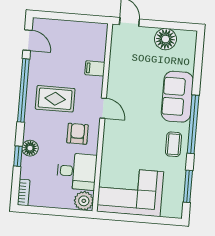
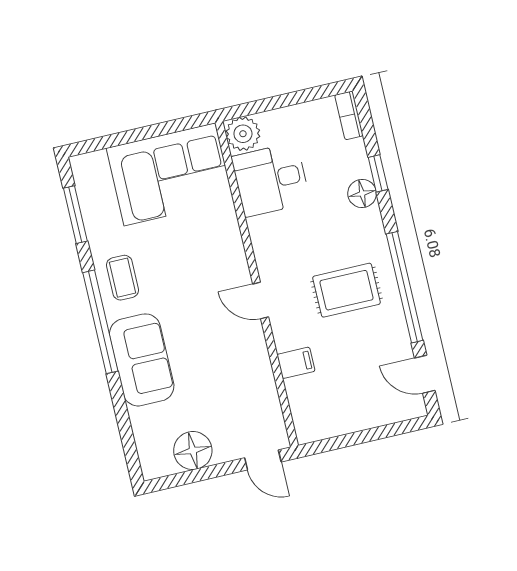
armchair: (77, 134) -> (290, 243), removed

